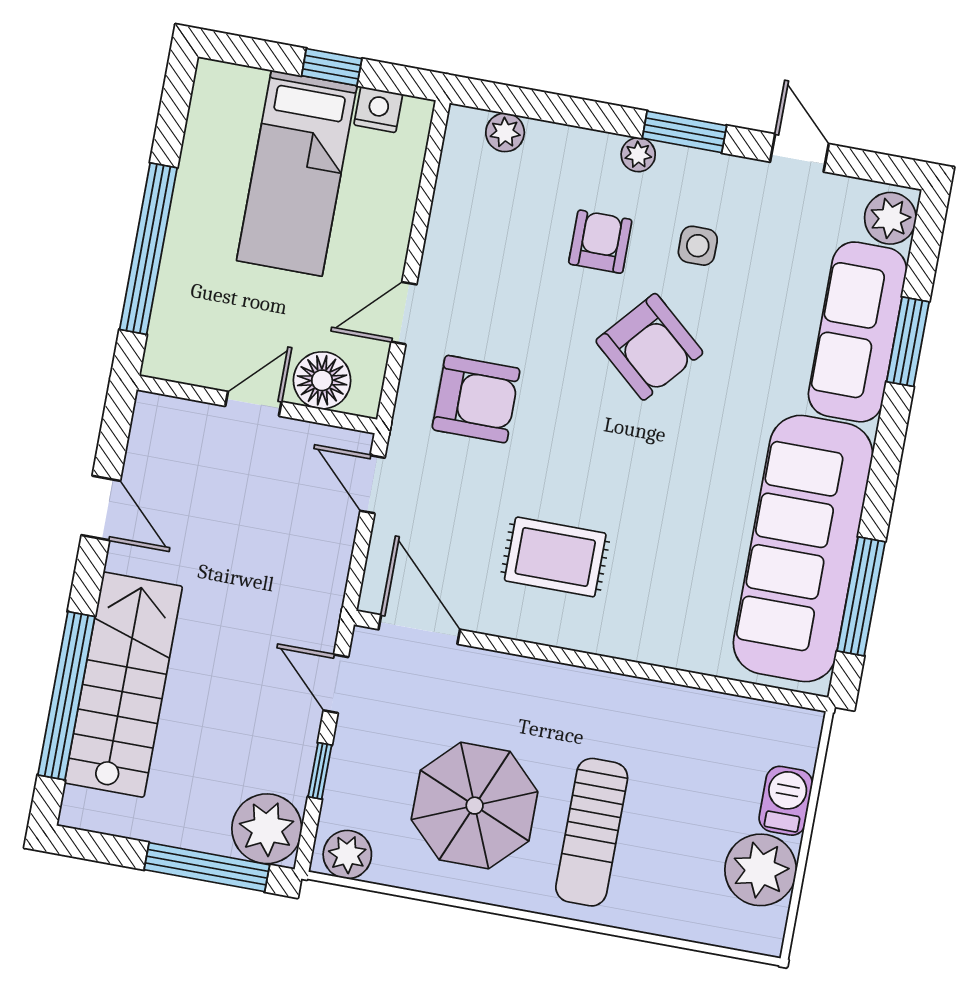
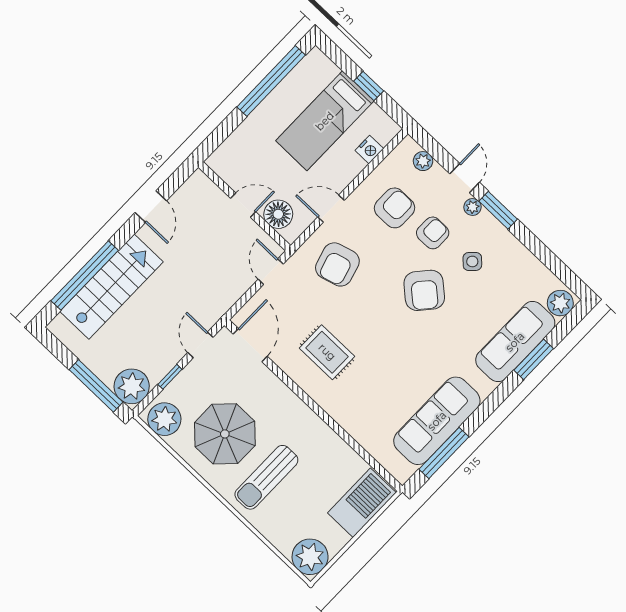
nightstand: (378, 110) -> (369, 150), moved, turned 90
door: (799, 153) -> (465, 178), moved
armchair: (509, 242) -> (395, 208), added
side table: (698, 246) -> (472, 261), turned 45
window: (148, 249) -> (271, 81), moved
armchair: (476, 399) -> (337, 264), turned 74
sofa: (803, 549) -> (437, 421), width x0.74, depth x0.79
barbecue: (786, 801) -> (362, 503), width x1.88, depth x1.53
plant: (347, 855) -> (164, 419), width x1.36, depth x1.36
plant: (761, 870) -> (310, 557), moved

